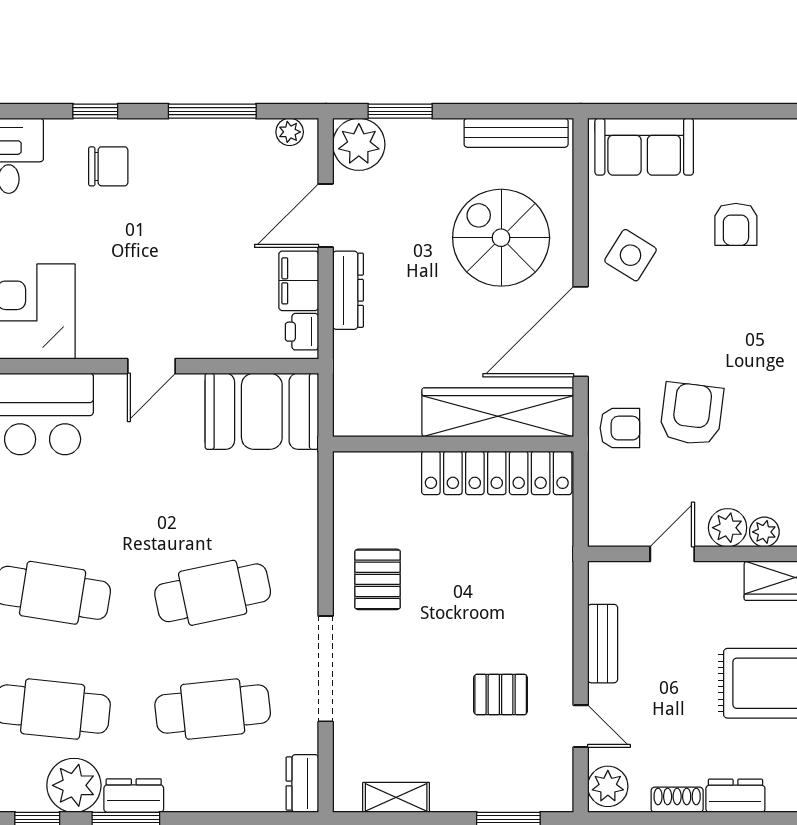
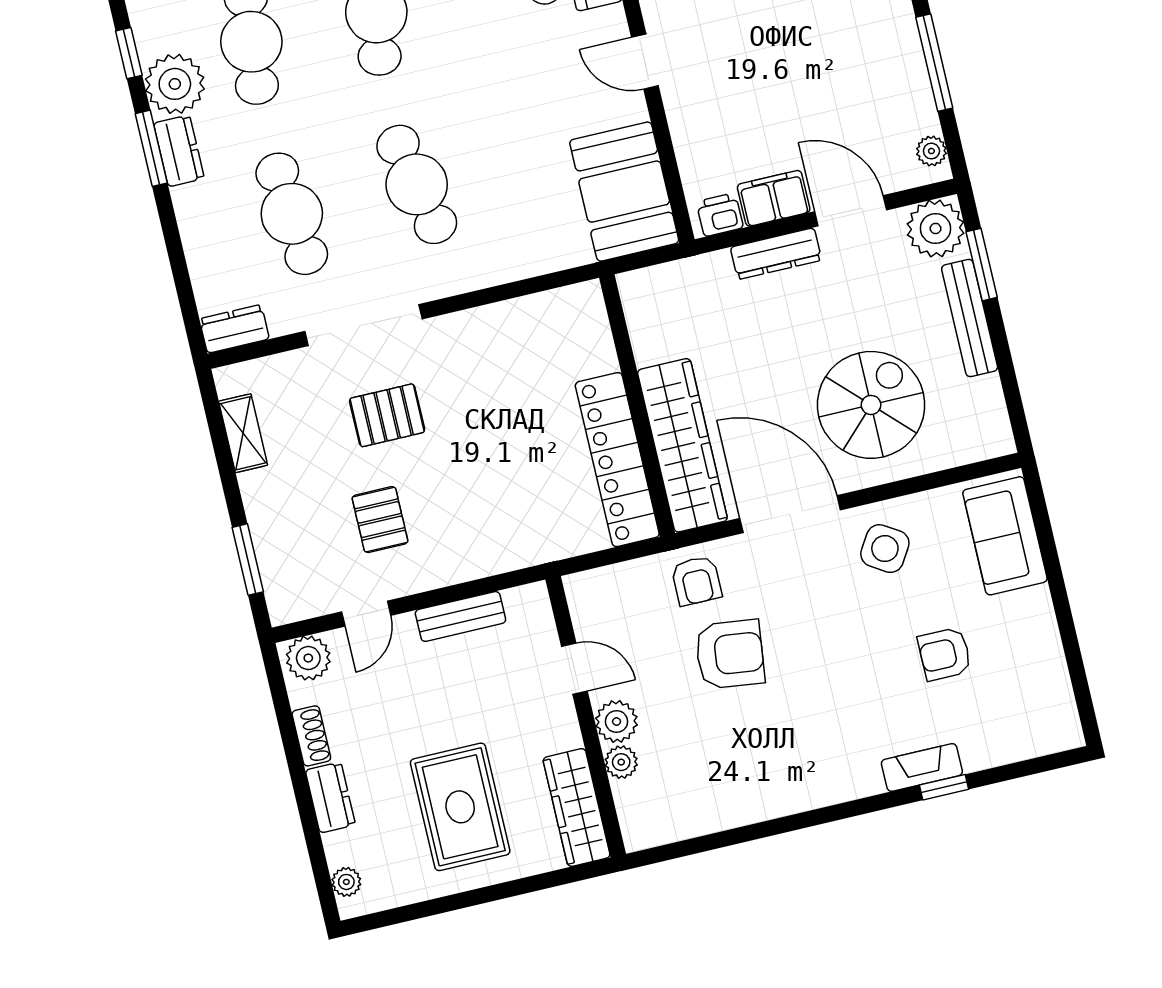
bench: (516, 133) -> (970, 318), moved
pallet: (378, 579) -> (387, 415), moved

